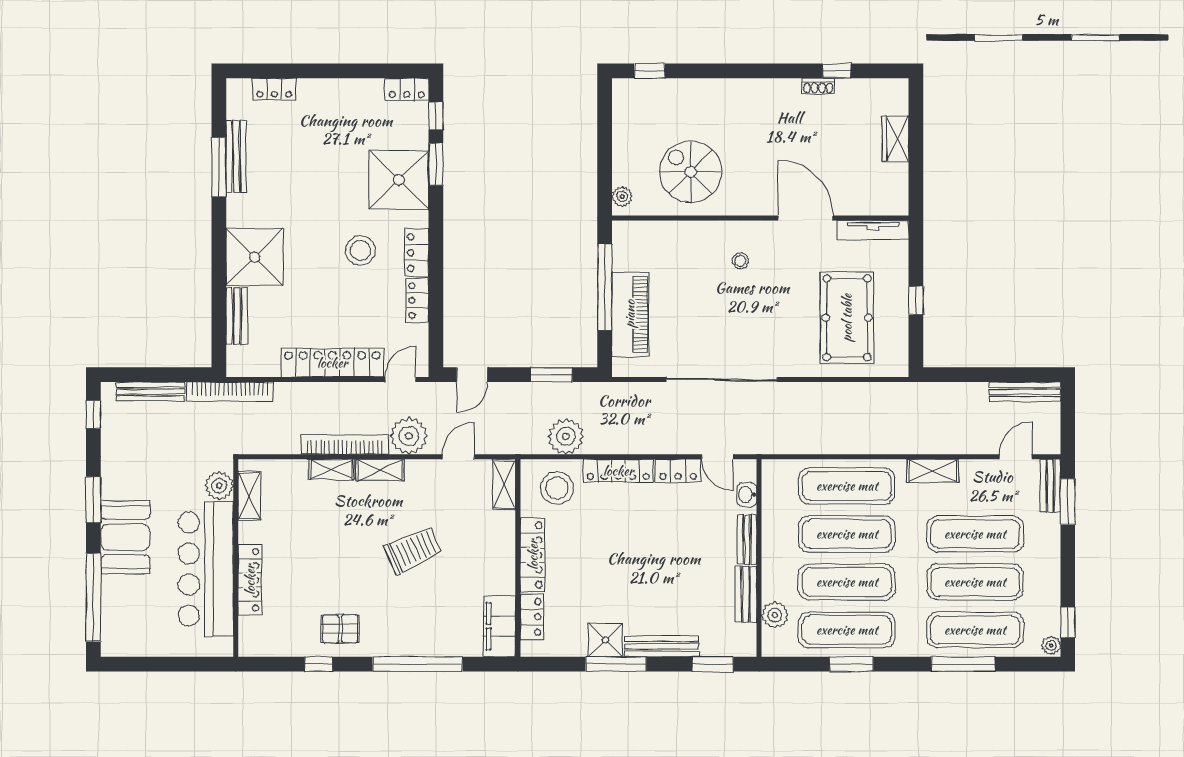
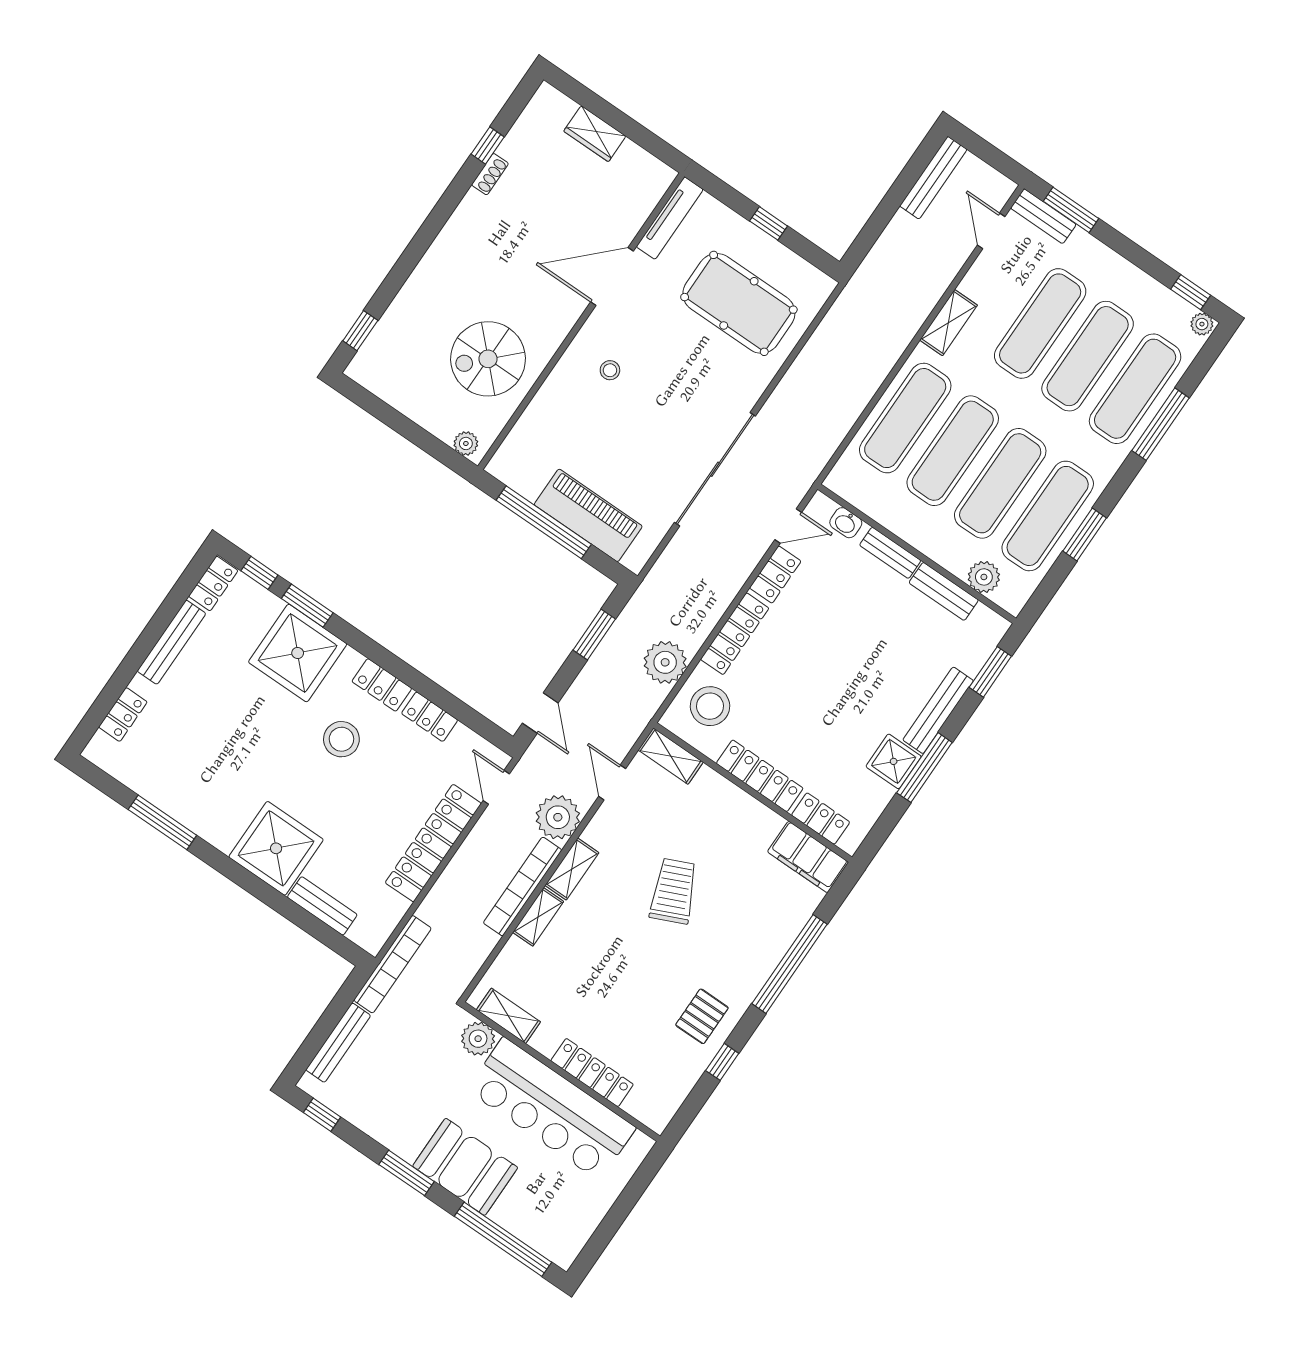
bench: (236, 156) -> (172, 642), moved, turned 90

